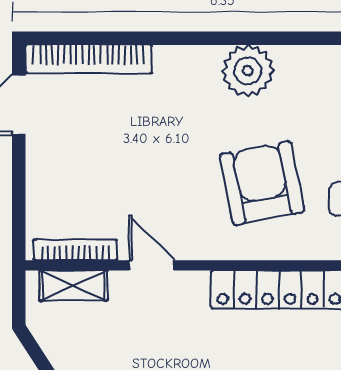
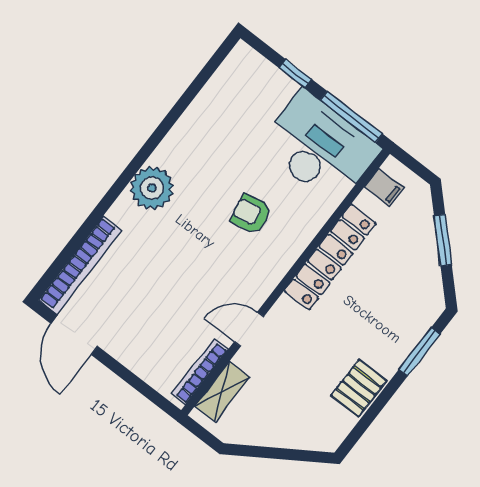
plant: (248, 71) -> (152, 188), moved
armchair: (262, 183) -> (251, 214), width x0.53, depth x0.53

